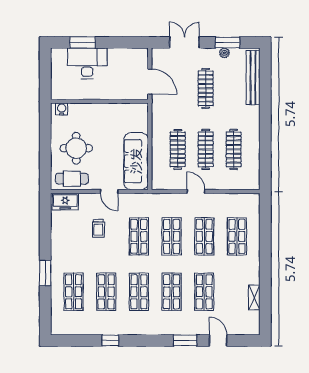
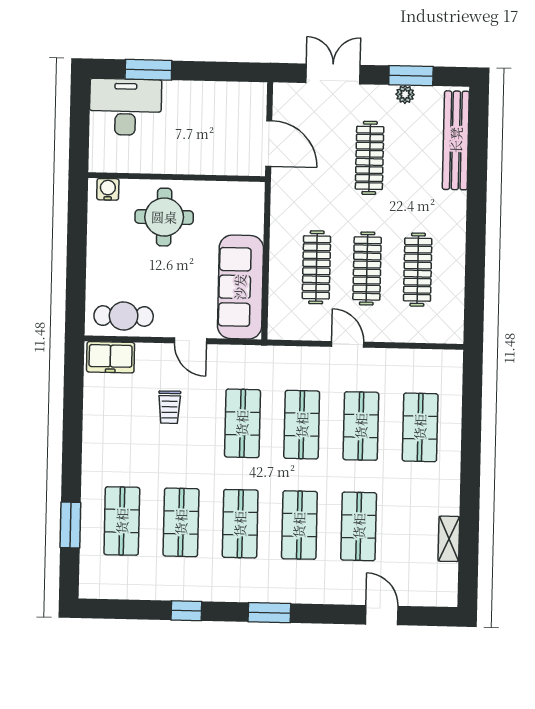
desk: (87, 63) -> (125, 107), moved
round table: (76, 148) -> (164, 217), moved
window: (45, 273) -> (70, 525), moved
window: (185, 340) -> (269, 613), moved

